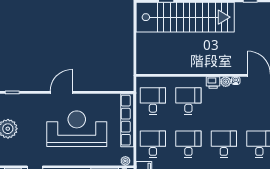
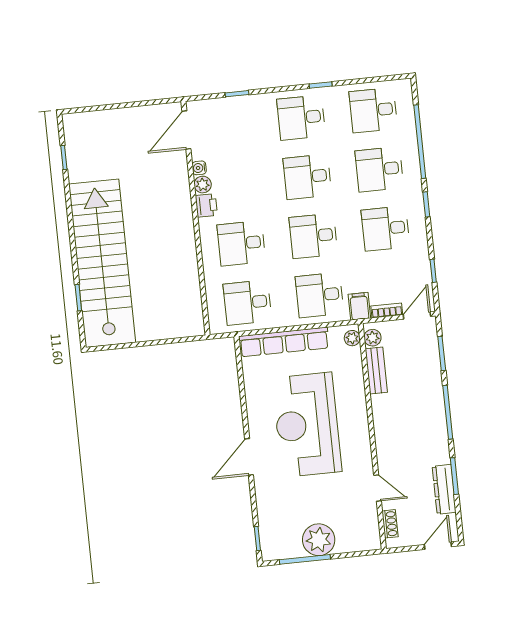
door: (61, 92) -> (249, 457), hinge flipped

